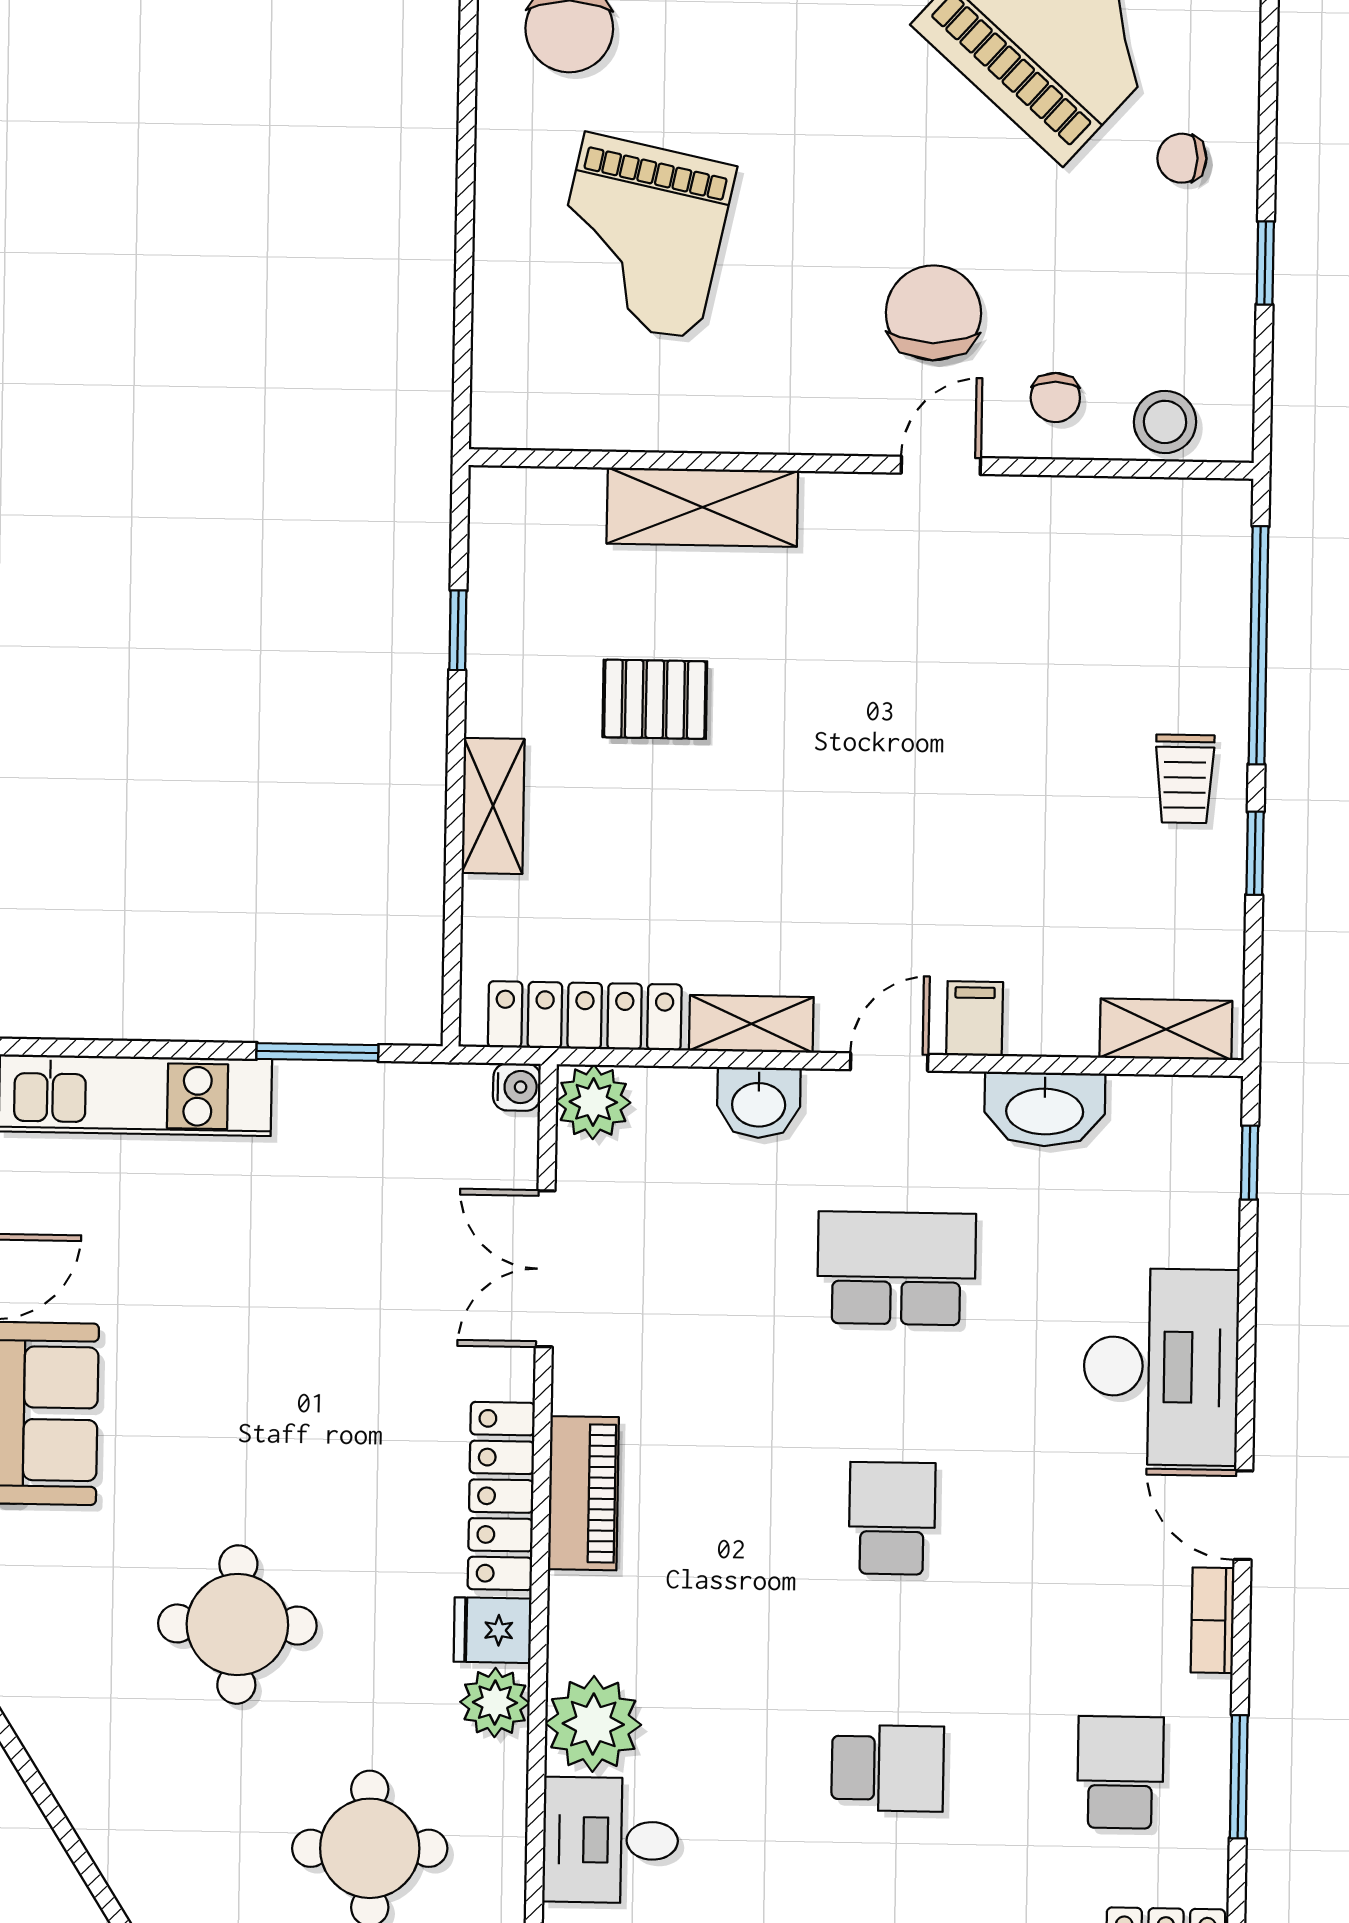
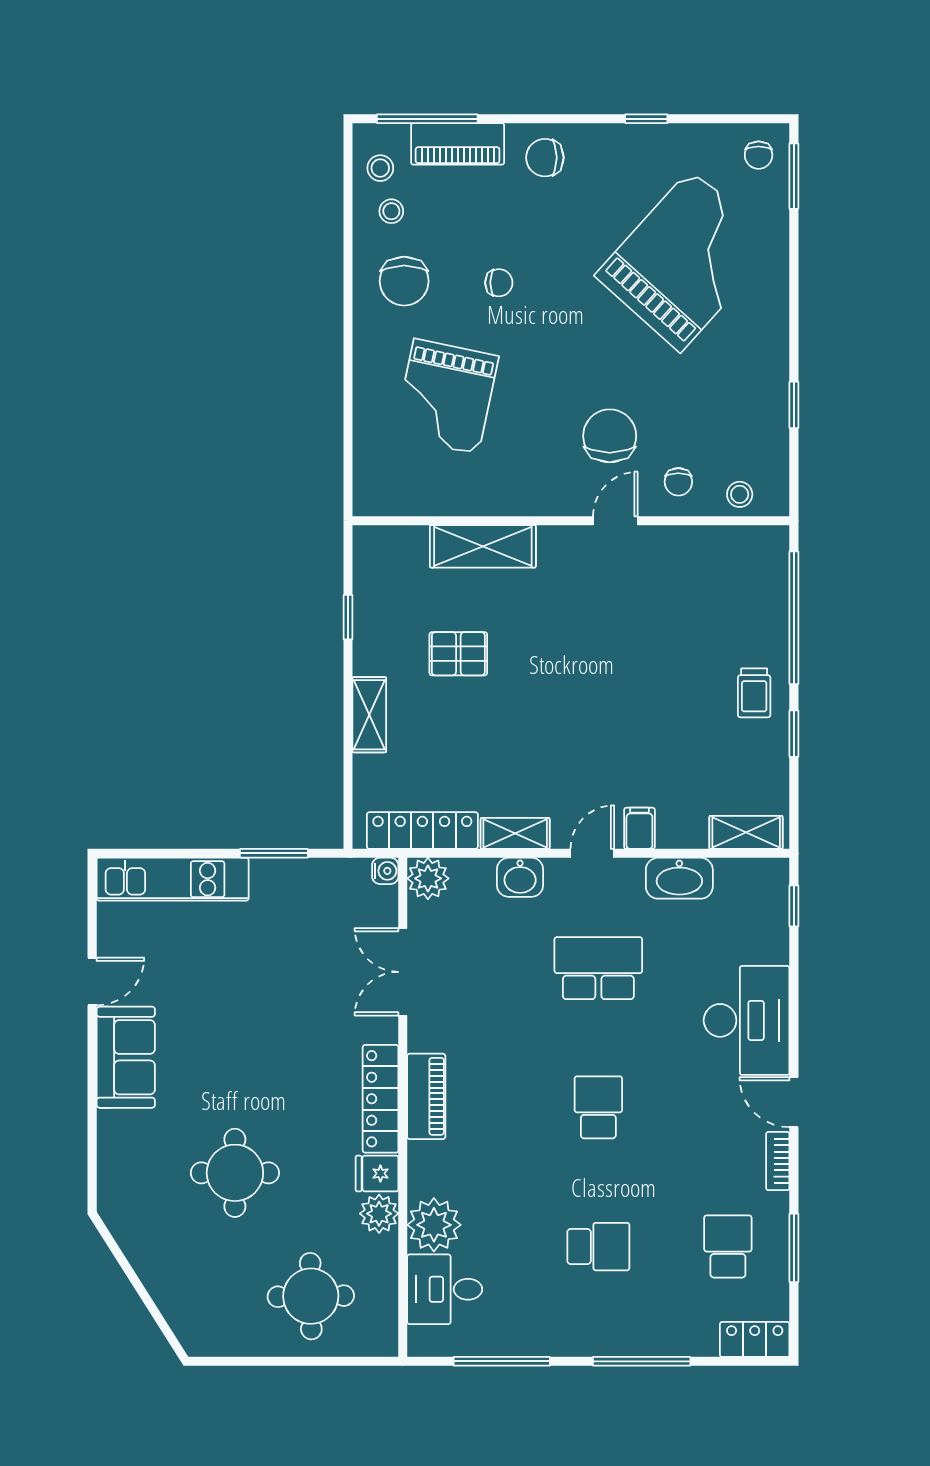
chair: (1182, 158) -> (499, 283), moved, turned 180
stool: (1165, 422) -> (740, 494), width x0.73, depth x0.73

